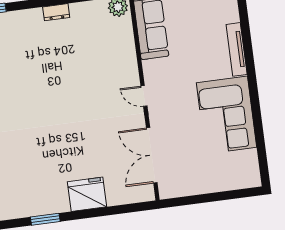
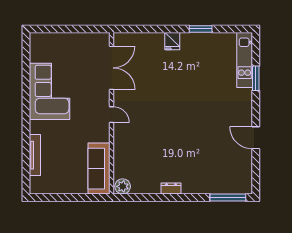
tv unit: (237, 49) -> (35, 155), moved
fridge: (87, 194) -> (172, 41), width x0.53, depth x0.75

